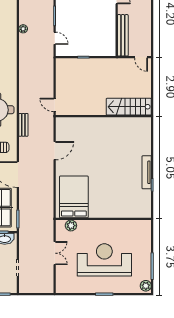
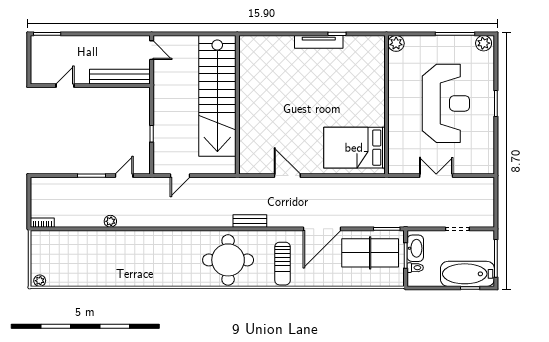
door: (141, 57) -> (152, 50), hinge flipped
door: (55, 105) -> (180, 176), moved
stairs: (129, 107) -> (217, 96), width x1.86, depth x1.51
plant: (71, 226) -> (396, 43), moved
reception desk: (104, 260) -> (446, 103), turned 180

